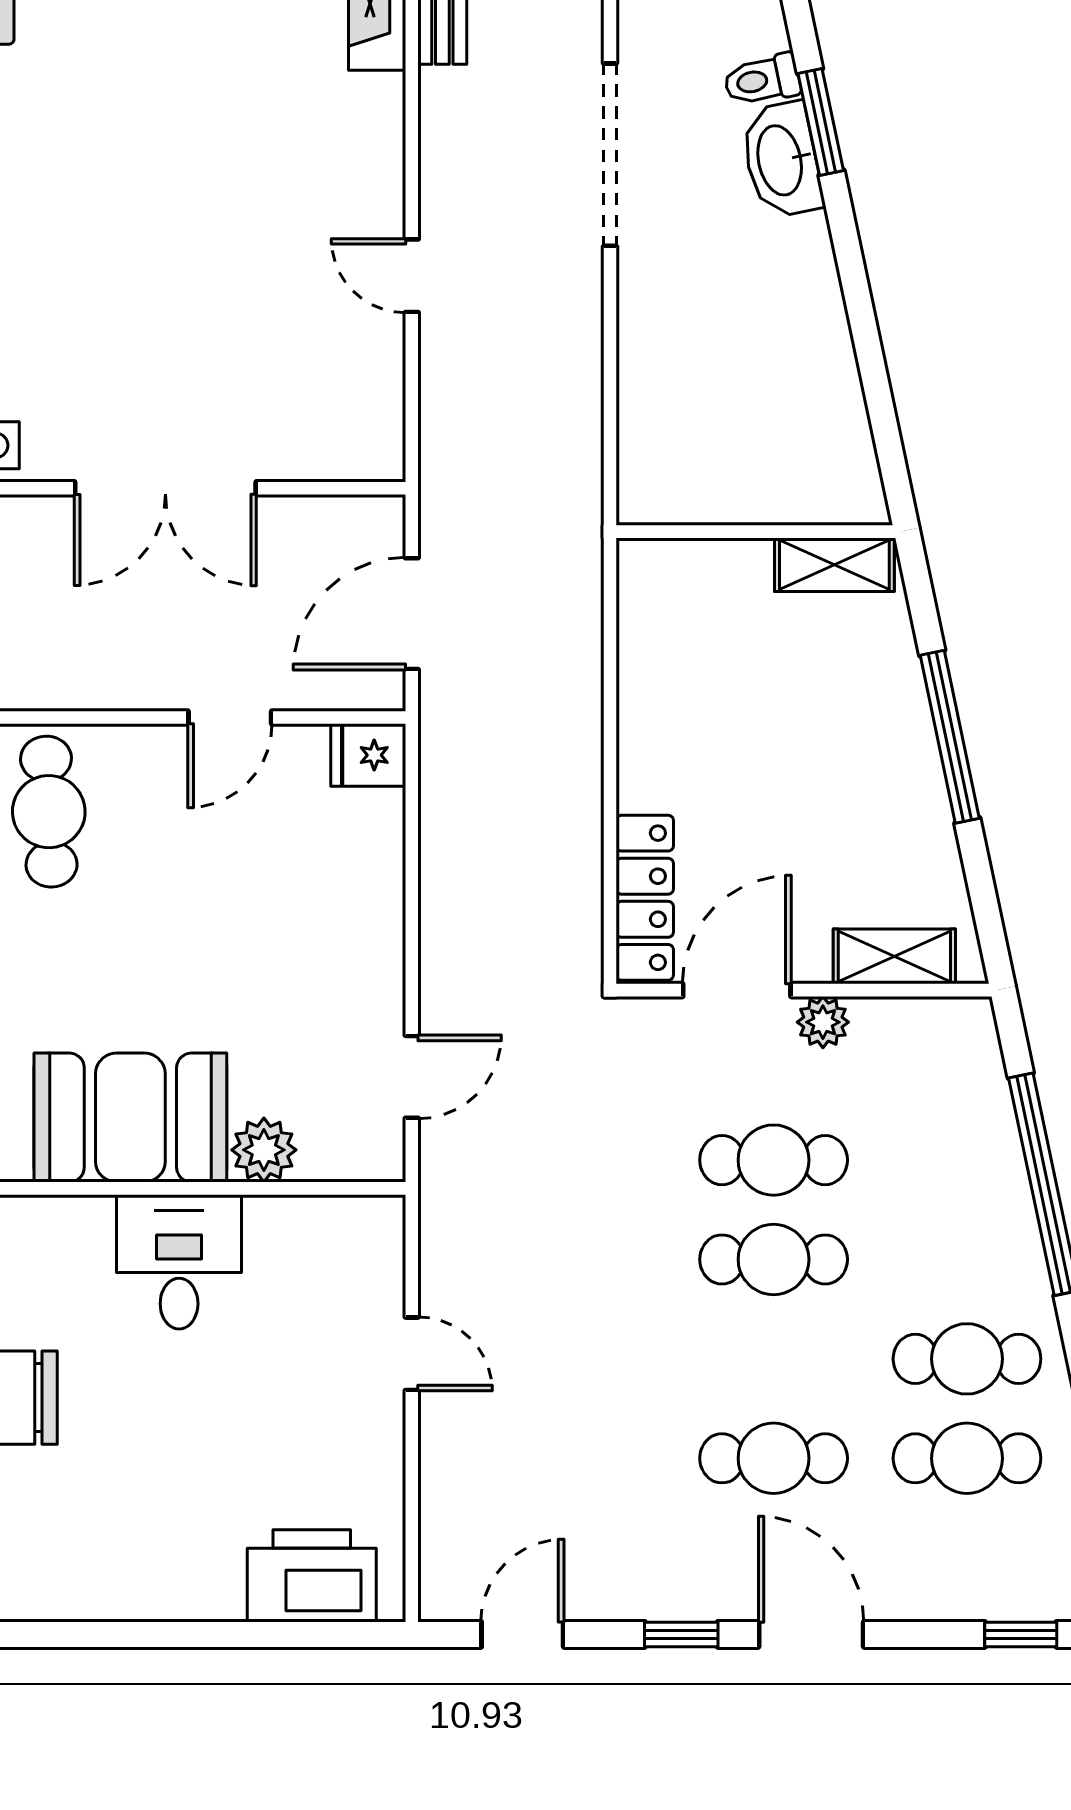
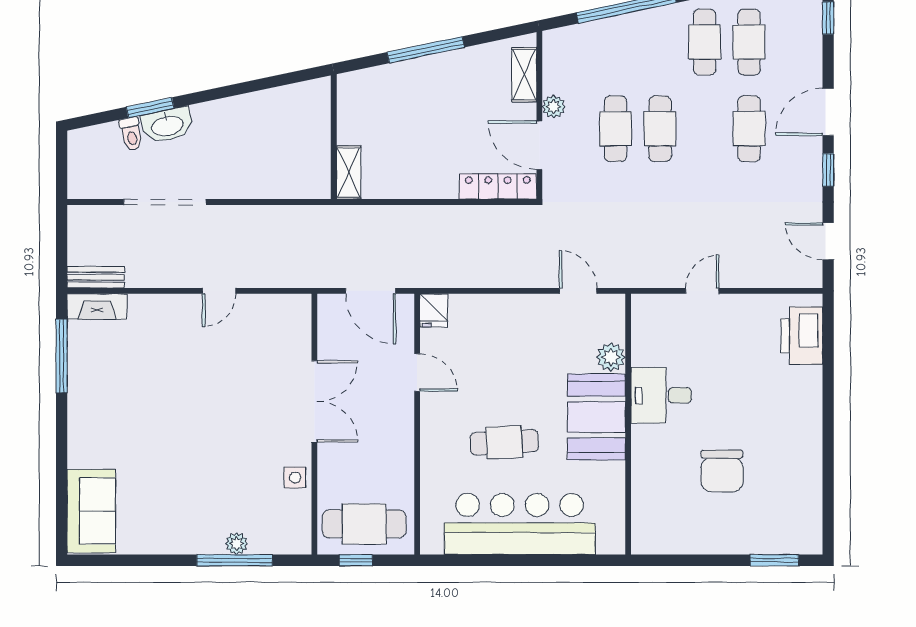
shelving: (834, 565) -> (349, 172), moved
cafe table: (49, 812) -> (504, 442), moved

